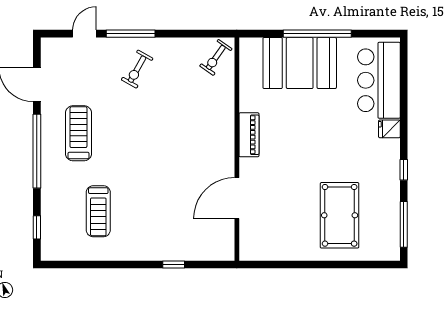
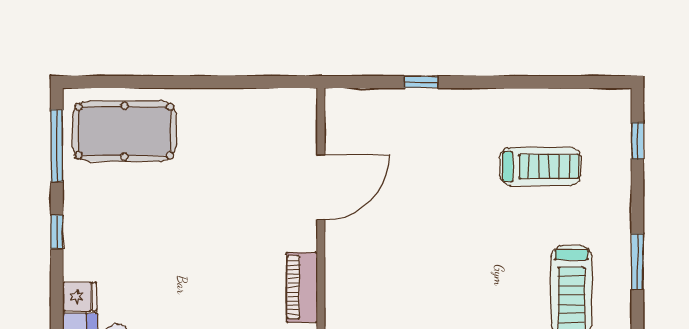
window: (37, 151) -> (637, 262), width x0.47
treadmill: (98, 211) -> (540, 166), turned 90
pool table: (340, 215) -> (124, 131), moved, turned 90

